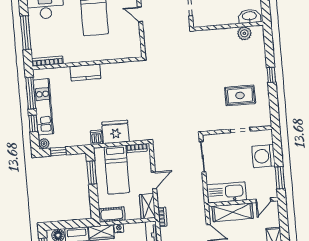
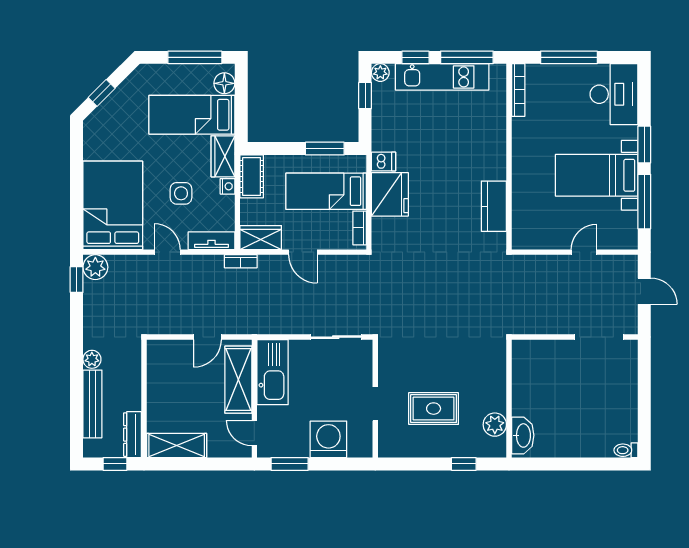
washbasin: (249, 16) -> (523, 435), moved
wall: (228, 26) -> (509, 399), moved
plant: (244, 33) -> (495, 425), moved
kitchen counter: (85, 72) -> (494, 206), moved
rug: (240, 95) -> (434, 409), turned 90

